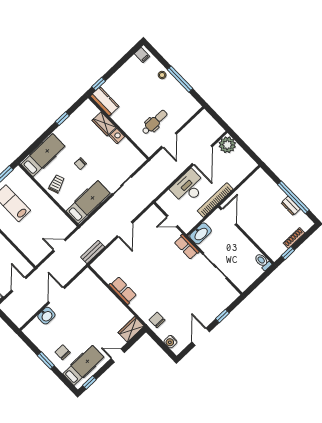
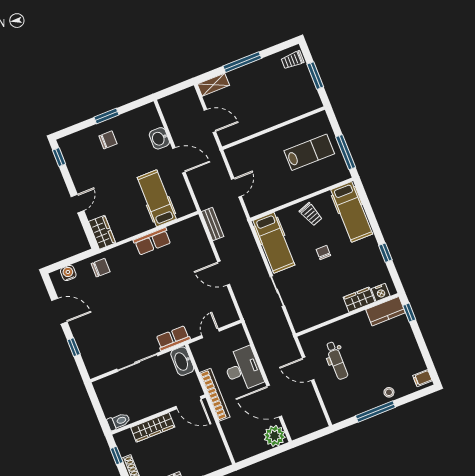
nightstand: (117, 136) -> (381, 292), moved
wardrobe: (257, 235) -> (153, 427), added
hospital bed: (83, 365) -> (157, 198), moved, turned 180

